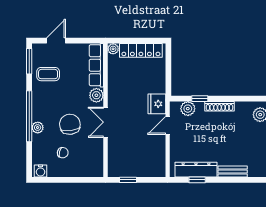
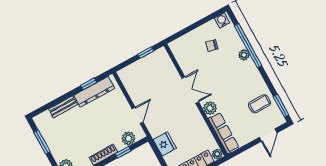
fridge: (157, 104) -> (165, 144), moved
window: (29, 116) -> (248, 46), moved
chair: (70, 124) -> (219, 72), removed

